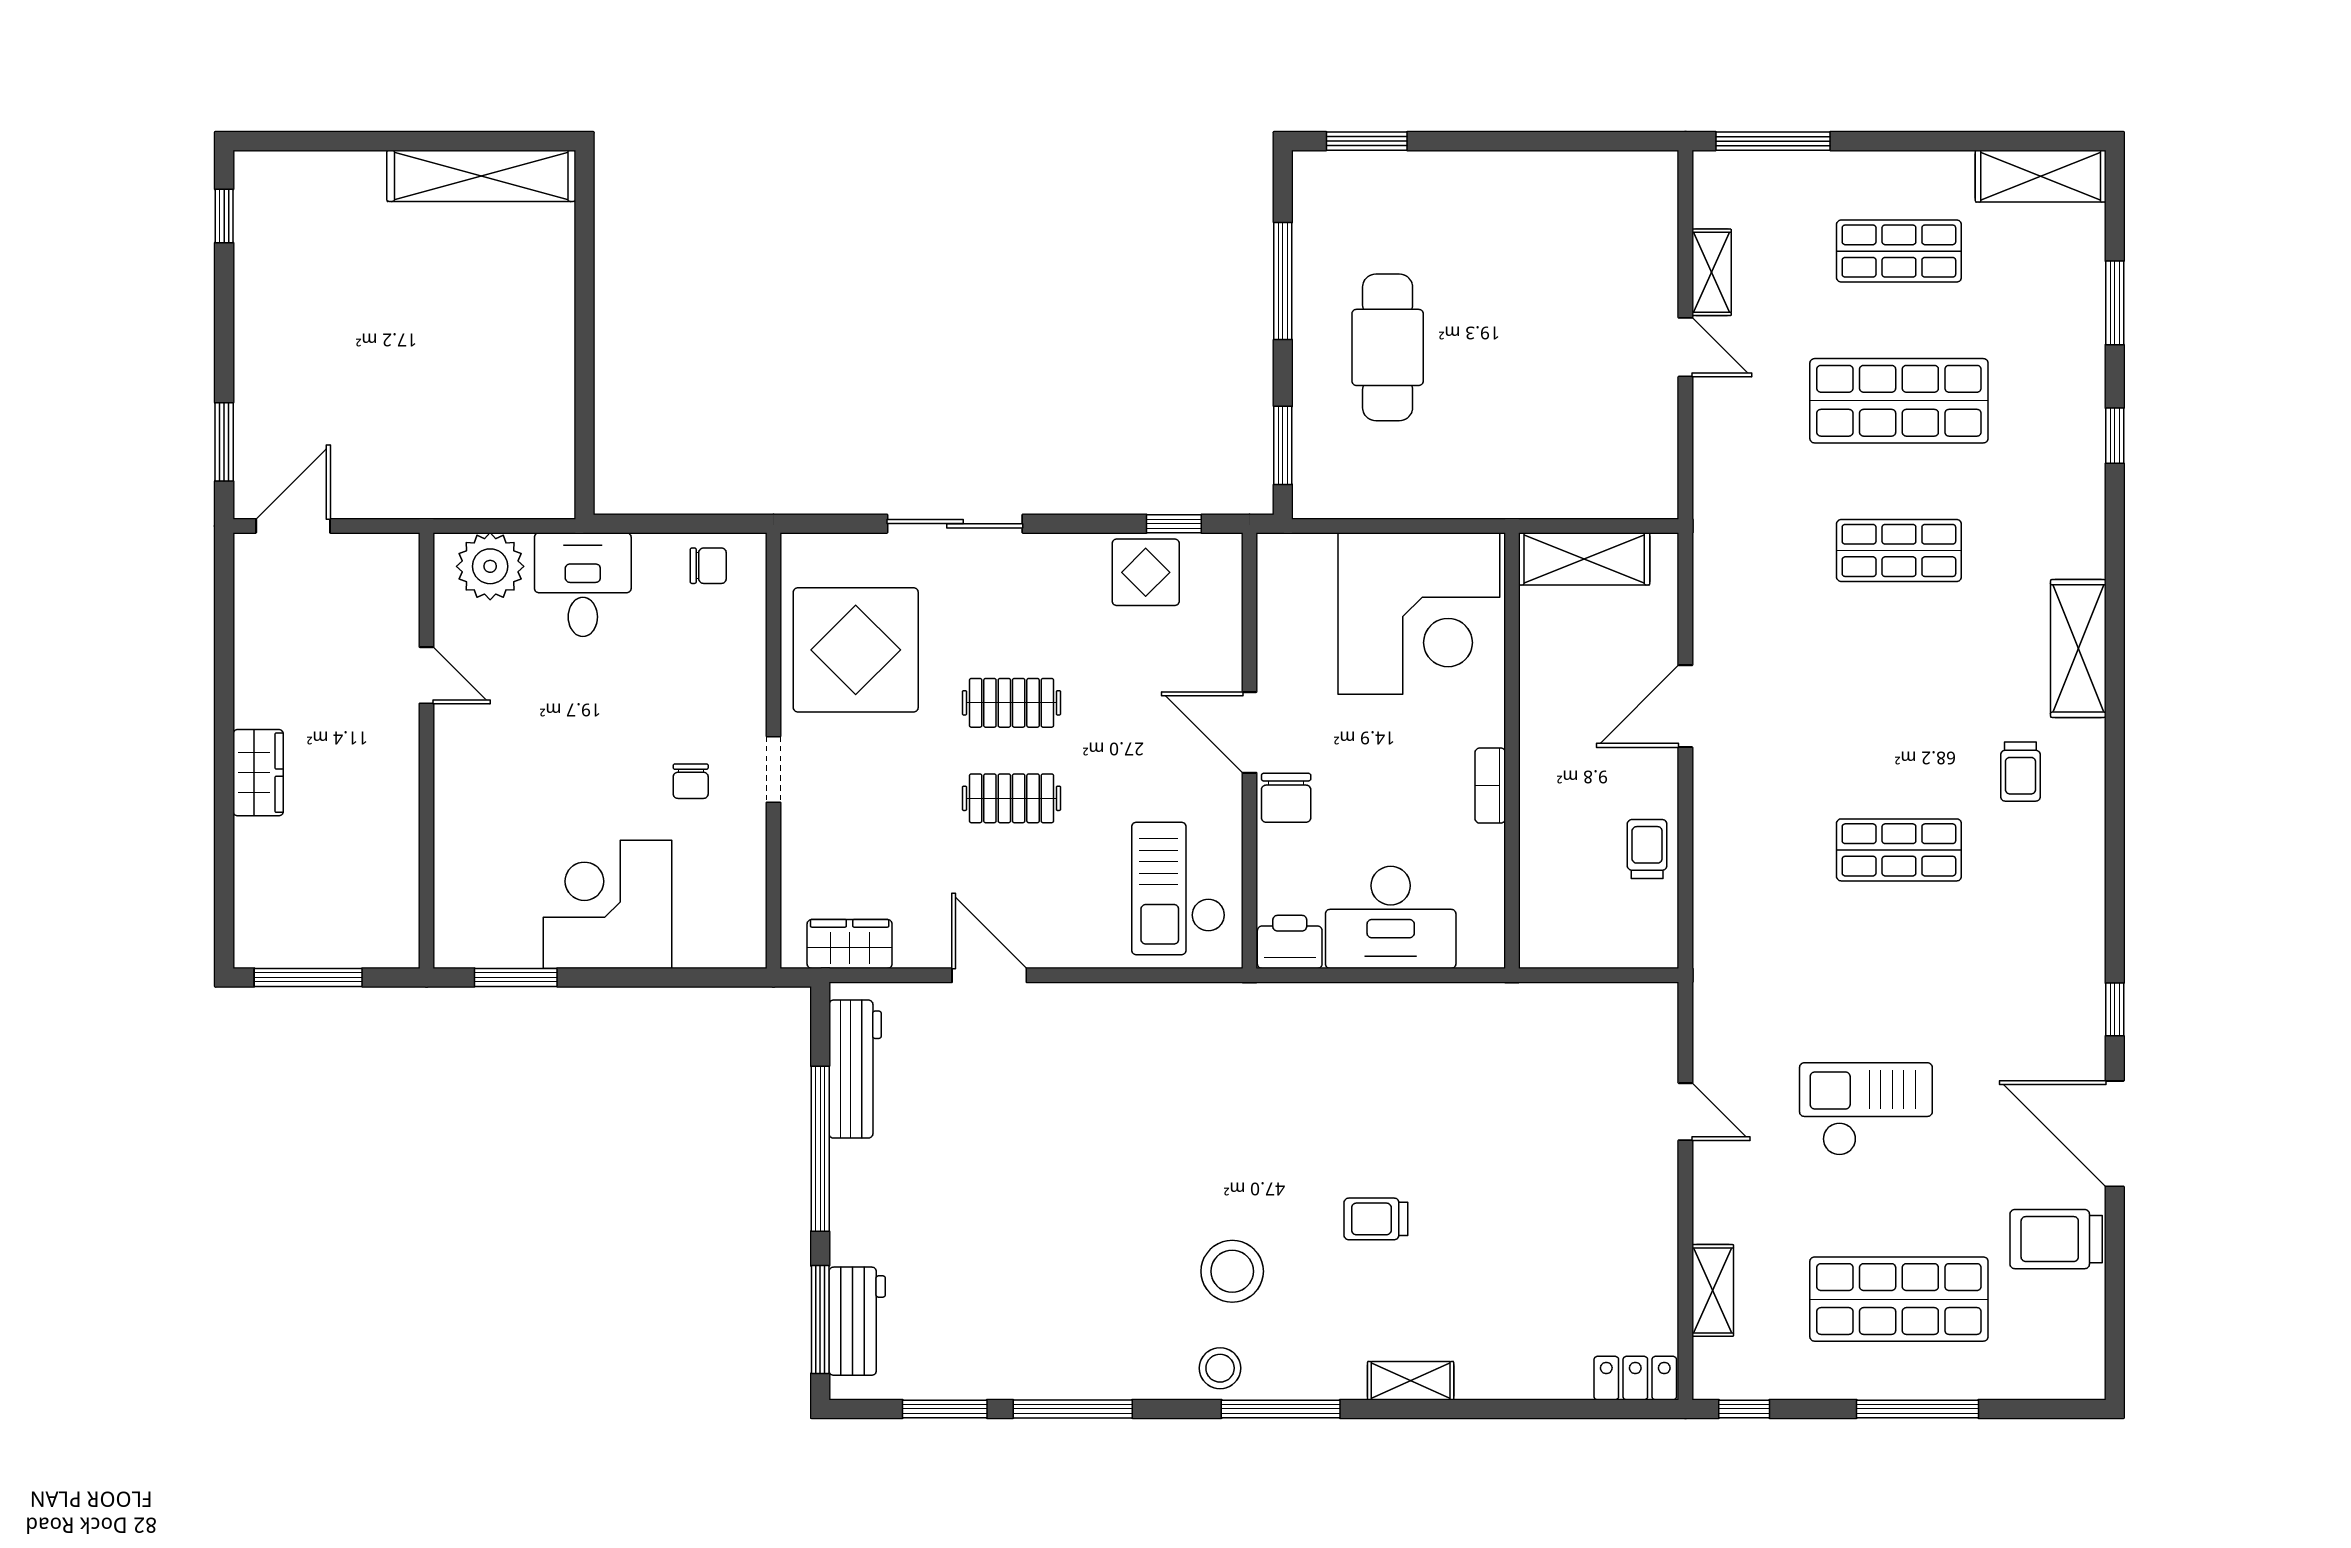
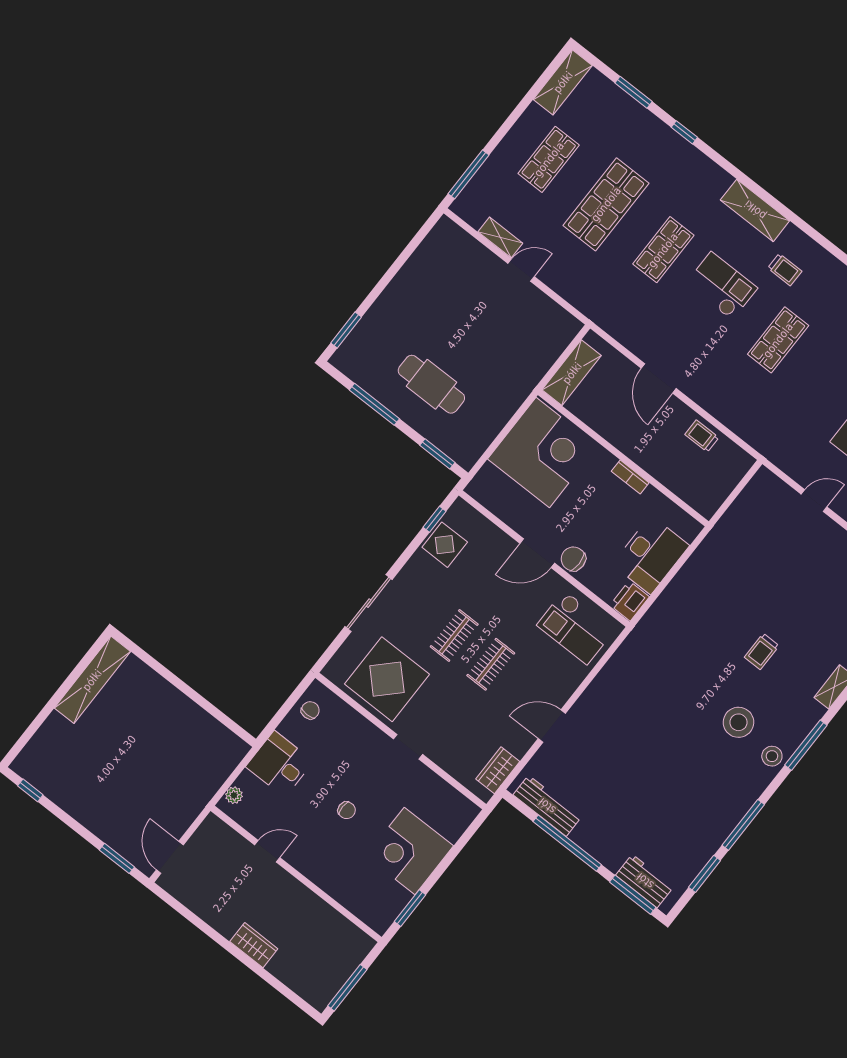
plant: (490, 566) -> (234, 795), width x0.53, depth x0.53
checkout: (1914, 690) -> (722, 286), added
chair: (691, 781) -> (347, 810), moved
chair: (1286, 798) -> (573, 559), turned 180

